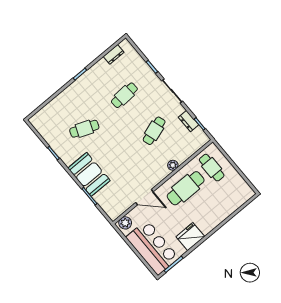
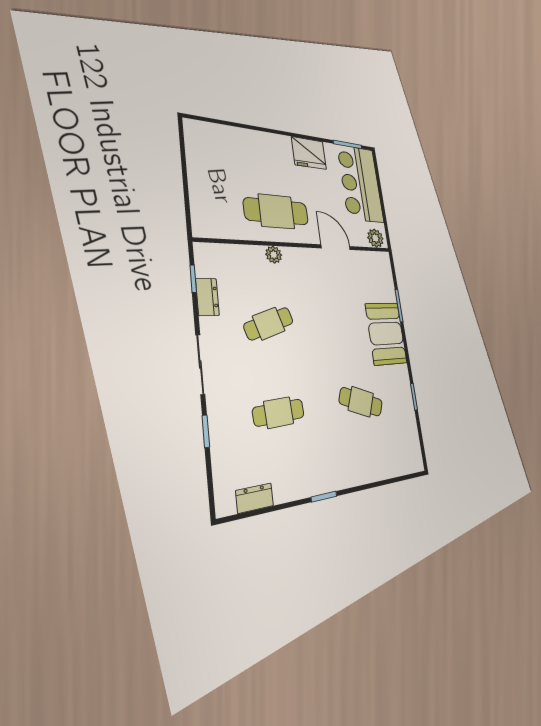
cafe table: (212, 168) -> (221, 205), removed

